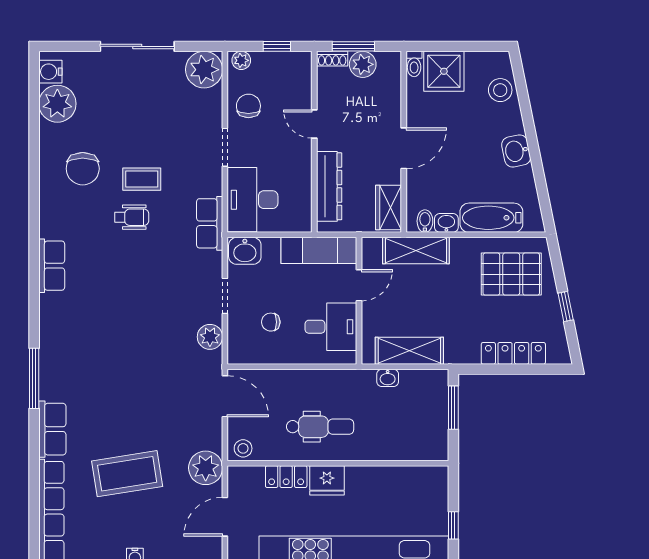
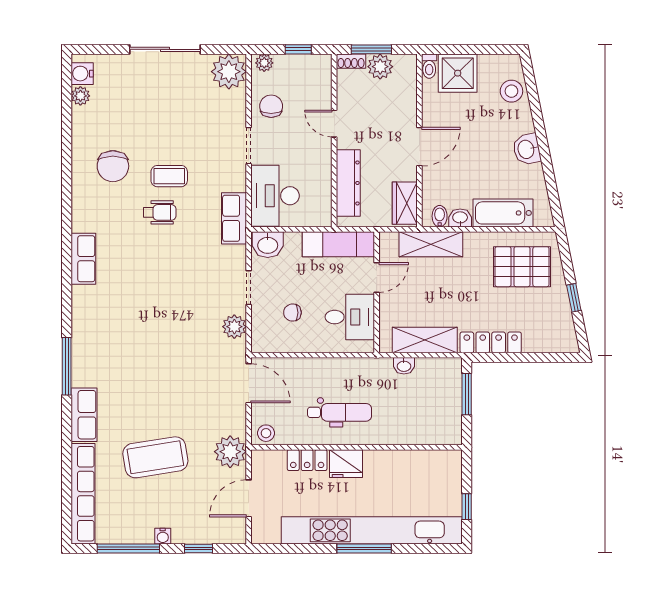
plant: (57, 104) -> (80, 96), width x0.53, depth x0.53
locker: (513, 353) -> (491, 342), moved

